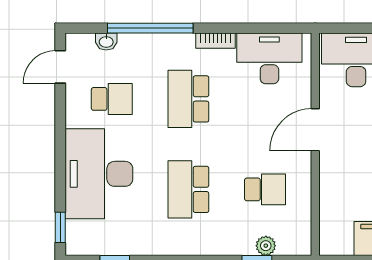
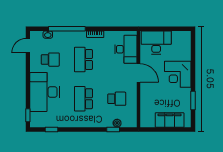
desk: (269, 58) -> (126, 49), moved, turned 90
door: (315, 130) -> (139, 73), swing flipped

